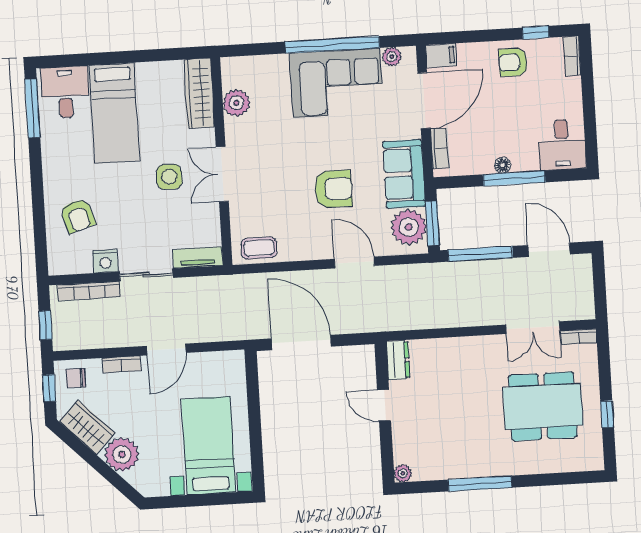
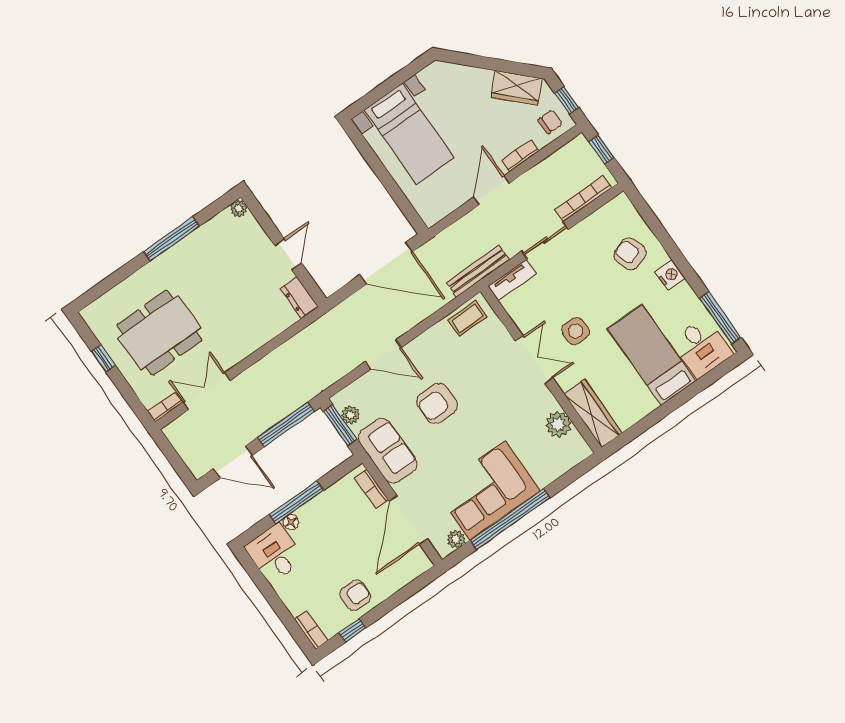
filing cabinet: (441, 56) -> (417, 565), removed
floor lamp: (503, 165) -> (291, 522), moved
plant: (409, 227) -> (351, 415), width x0.53, depth x0.53
nightstand: (105, 261) -> (670, 275), moved, turned 90
bench: (224, 284) -> (478, 271), added
door: (384, 405) -> (288, 254), hinge flipped
plant: (122, 454) -> (475, 83), removed

